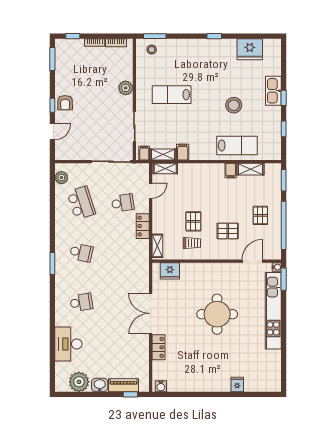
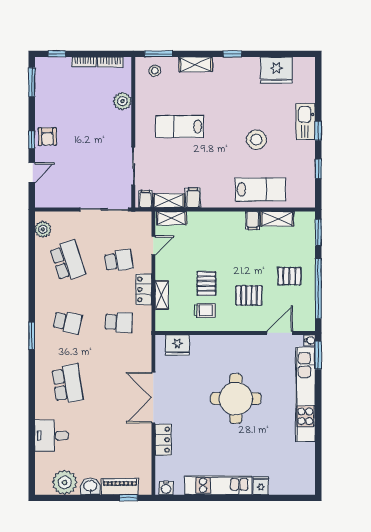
shelving: (185, 45) -> (196, 64), added
plant: (126, 88) -> (122, 101), moved
pallet: (260, 215) -> (289, 276), turned 90
shelving: (157, 246) -> (162, 295), moved
school desk: (123, 253) -> (119, 322), added
school desk: (81, 302) -> (68, 384), width x1.85
desk: (68, 344) -> (52, 436), width x0.73
kitchen unit: (203, 384) -> (218, 485), added

